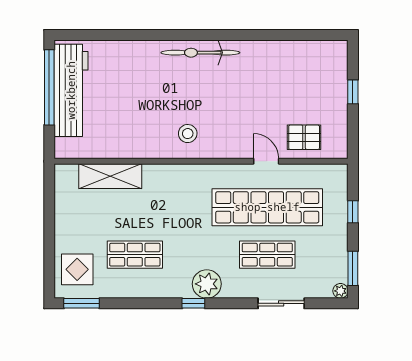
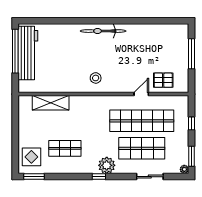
window: (353, 92) -> (192, 54), width x2.17
door: (266, 161) -> (141, 94), hinge flipped
shop shelf: (267, 255) -> (142, 148), width x1.43, depth x1.36

